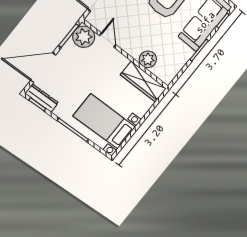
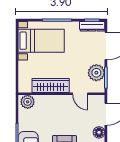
plant: (84, 37) -> (96, 73), moved
plant: (148, 59) -> (28, 102), moved
wardrobe: (143, 82) -> (51, 85), moved

